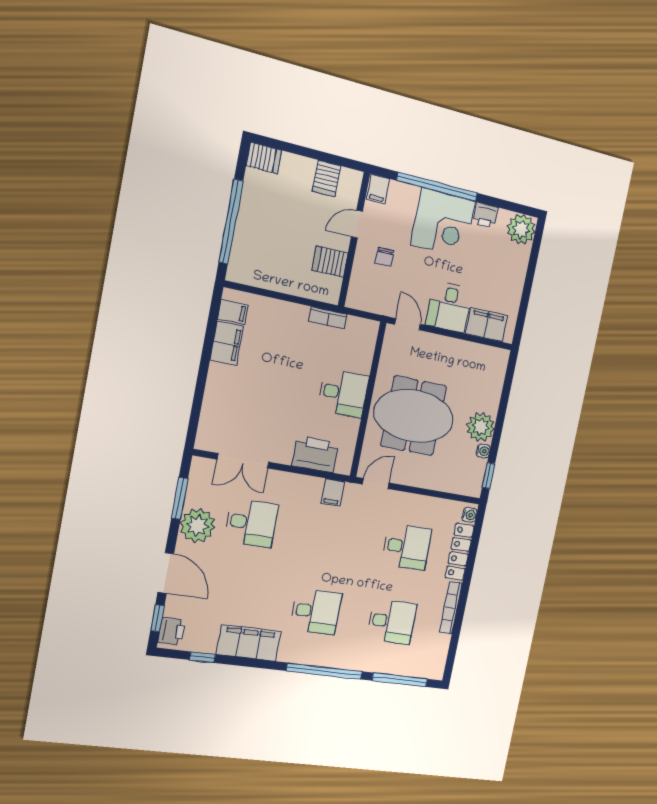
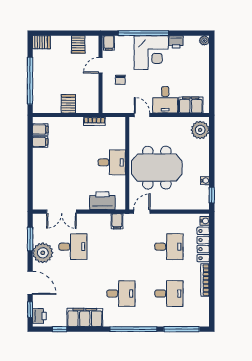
plant: (521, 229) -> (204, 41), width x0.53, depth x0.53
server rack: (330, 262) -> (68, 104), moved, turned 90
filing cabinet: (227, 343) -> (40, 142), width x0.50
plant: (481, 427) -> (200, 130), moved

